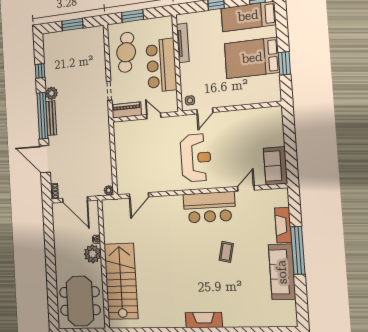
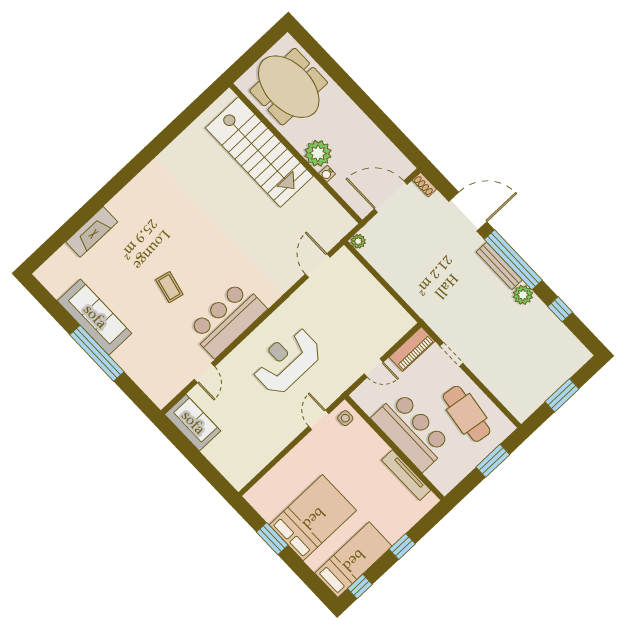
reception desk: (196, 158) -> (287, 361), turned 90
fireplace: (283, 225) -> (133, 367), removed
fireplace: (204, 320) -> (92, 232), moved

